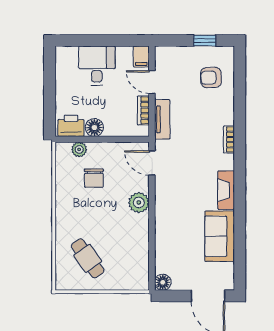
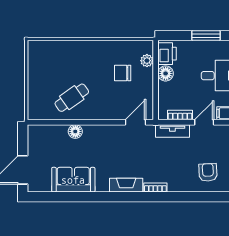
window: (50, 80) -> (206, 36), added
fireplace: (226, 190) -> (126, 185), moved
plant: (139, 203) -> (102, 111), removed
cafe table: (88, 258) -> (72, 98), moved
floor lamp: (163, 282) -> (75, 131), moved

